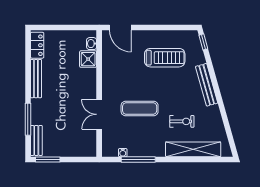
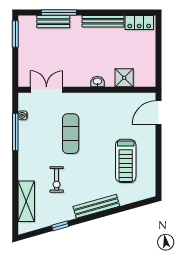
window: (203, 42) -> (60, 226), moved
washbasin: (92, 44) -> (97, 82), moved
double door: (99, 114) -> (46, 90), moved
bench: (36, 140) -> (53, 22), moved
shelving: (193, 149) -> (26, 201), width x0.68

